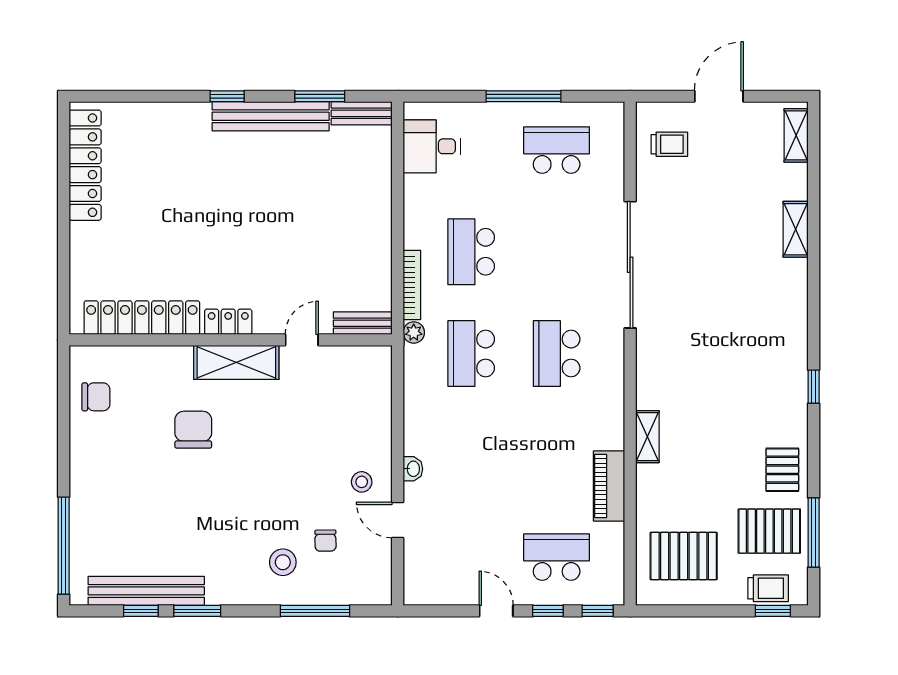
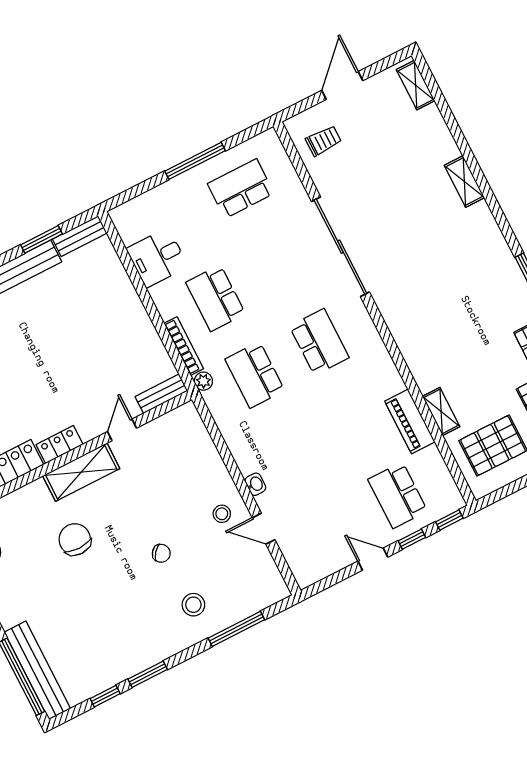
desk: (432, 146) -> (157, 258), moved
shelving: (796, 229) -> (464, 182), moved
school desk: (557, 354) -> (319, 342), turned 180
shelving: (647, 437) -> (441, 411), moved
chair: (325, 541) -> (161, 553), moved, turned -50
school desk: (557, 557) -> (398, 495), turned -90
bench: (146, 591) -> (37, 670), moved, turned 90

